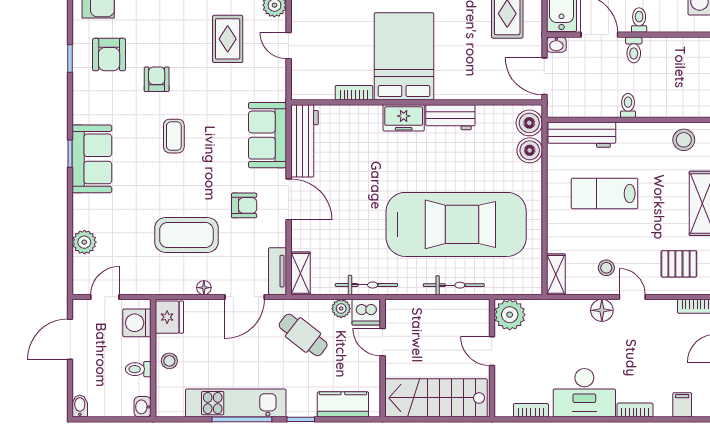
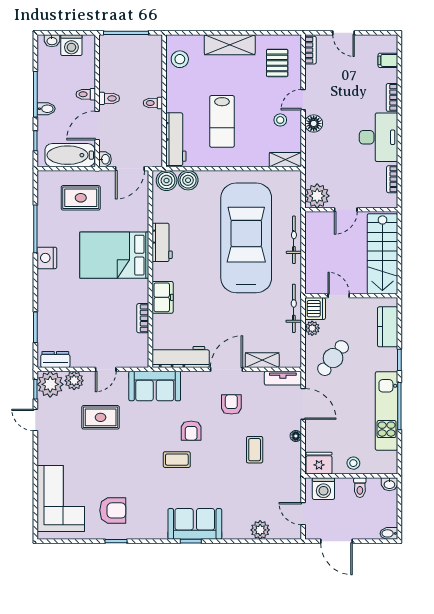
bed: (404, 56) -> (114, 255), moved
armchair: (157, 79) -> (191, 431), moved, turned -90
freezer: (404, 118) -> (163, 297), moved
sofa: (268, 135) -> (155, 386), moved
coffee table: (186, 235) -> (255, 450), width x0.54, depth x0.58
shelving: (300, 273) -> (262, 360), moved
door: (383, 342) -> (339, 296), swing flipped

